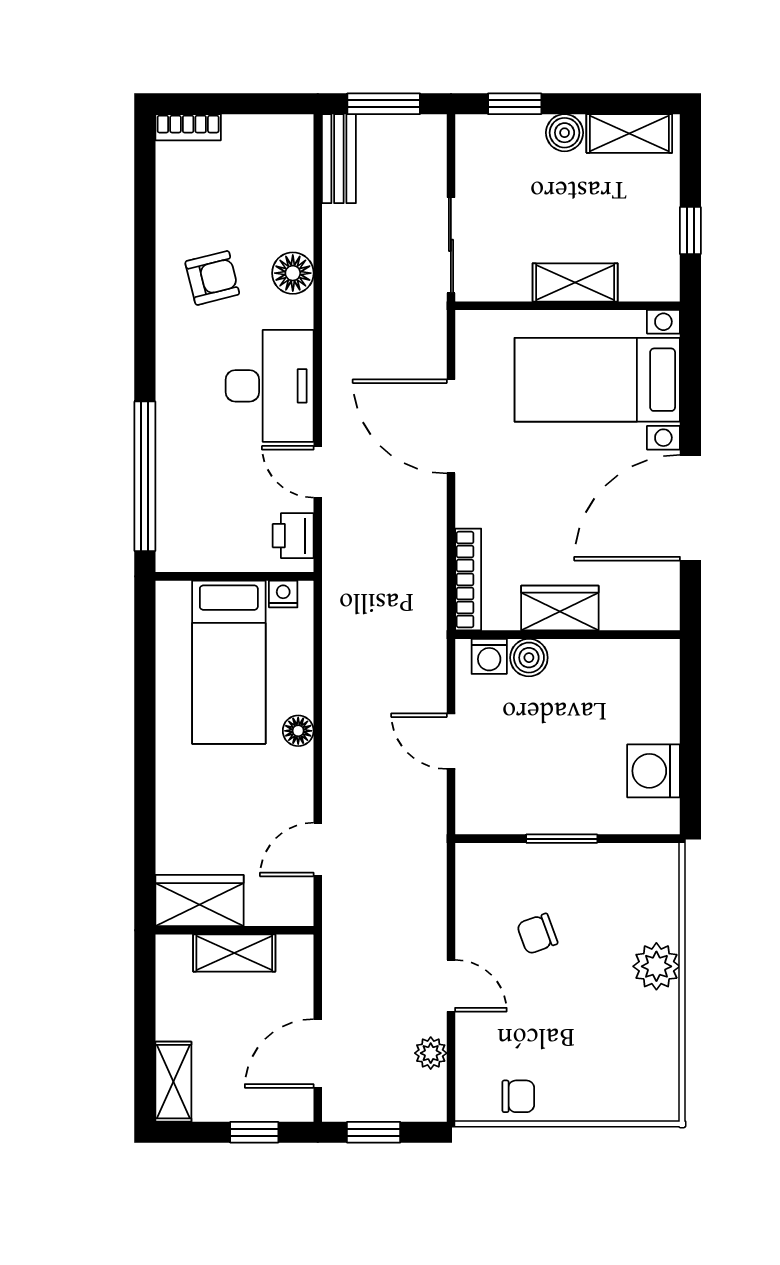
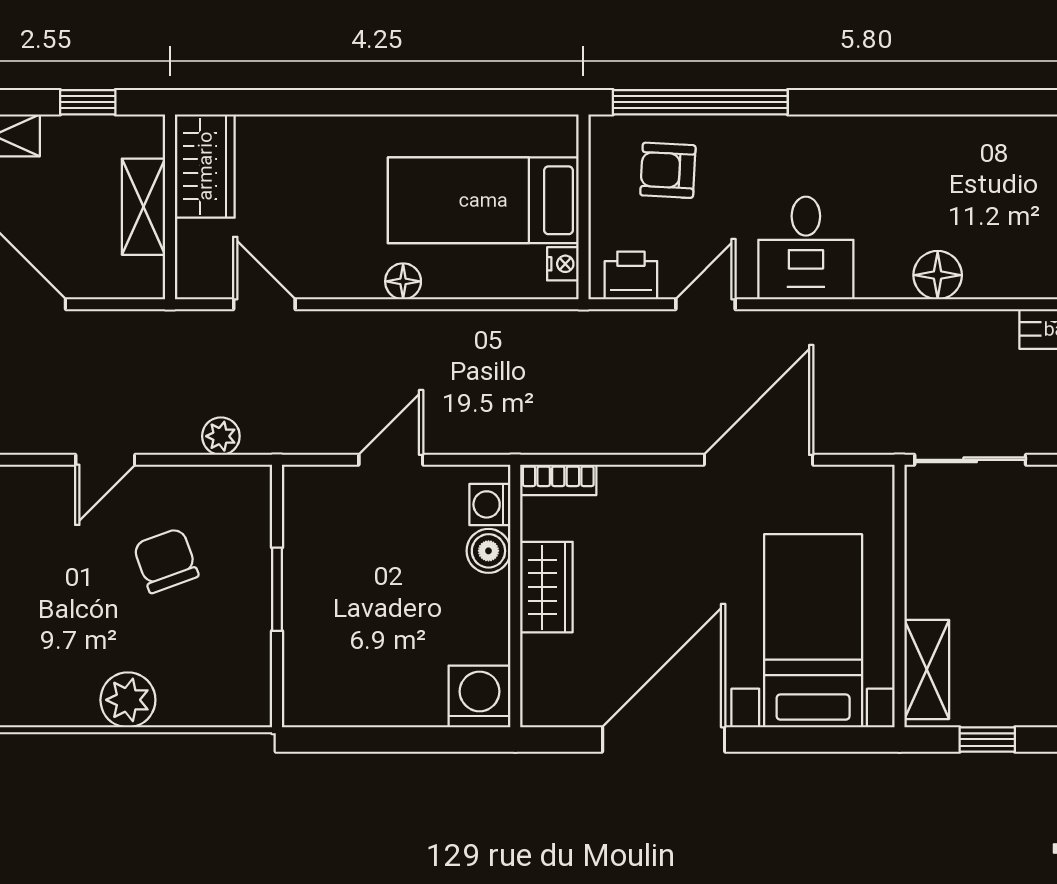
armchair: (212, 278) -> (668, 170), moved, turned 107
shelving: (575, 282) -> (927, 669), moved
desk: (270, 386) -> (806, 248), width x0.73
door: (690, 508) -> (664, 739), hinge flipped
bookcase: (468, 580) -> (558, 480), width x0.64
washing machine: (654, 771) -> (480, 696), moved
chair: (537, 934) -> (166, 560), width x1.37, depth x1.37
window: (145, 1001) -> (88, 102), added
plant: (431, 1053) -> (221, 436), moved

